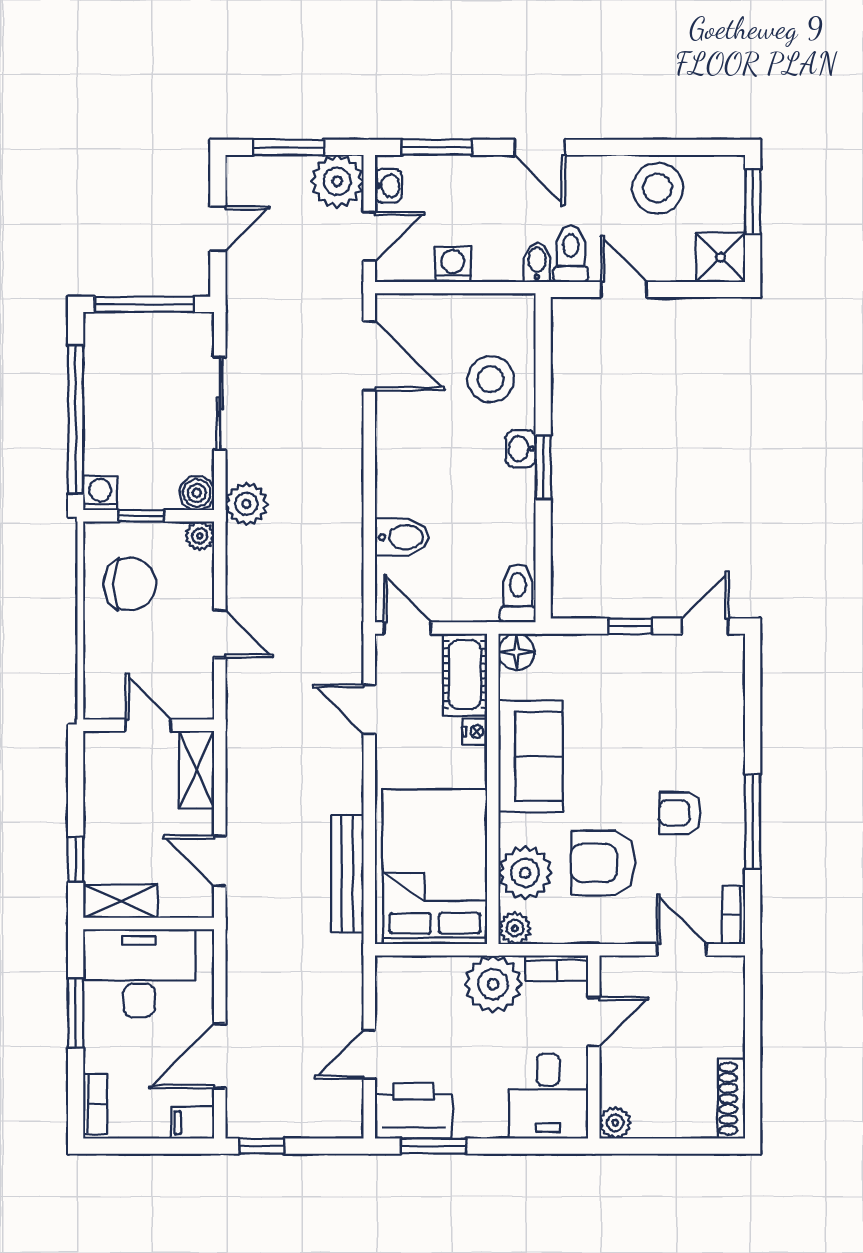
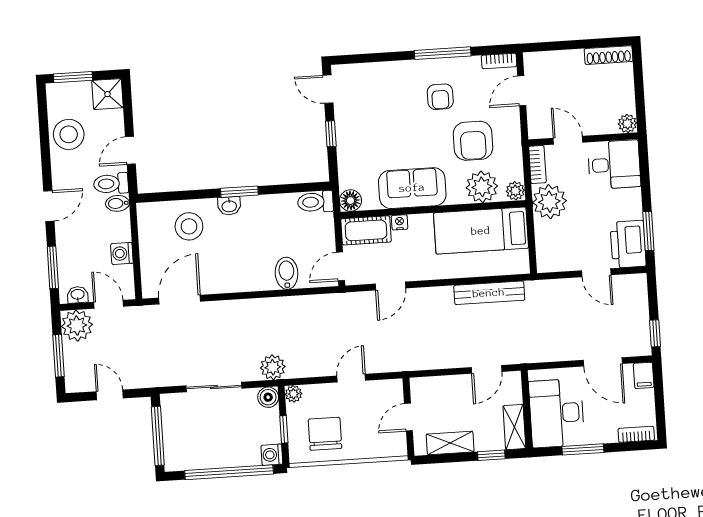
shelving: (197, 770) -> (450, 443), moved
bed: (435, 867) -> (481, 231), width x0.67

